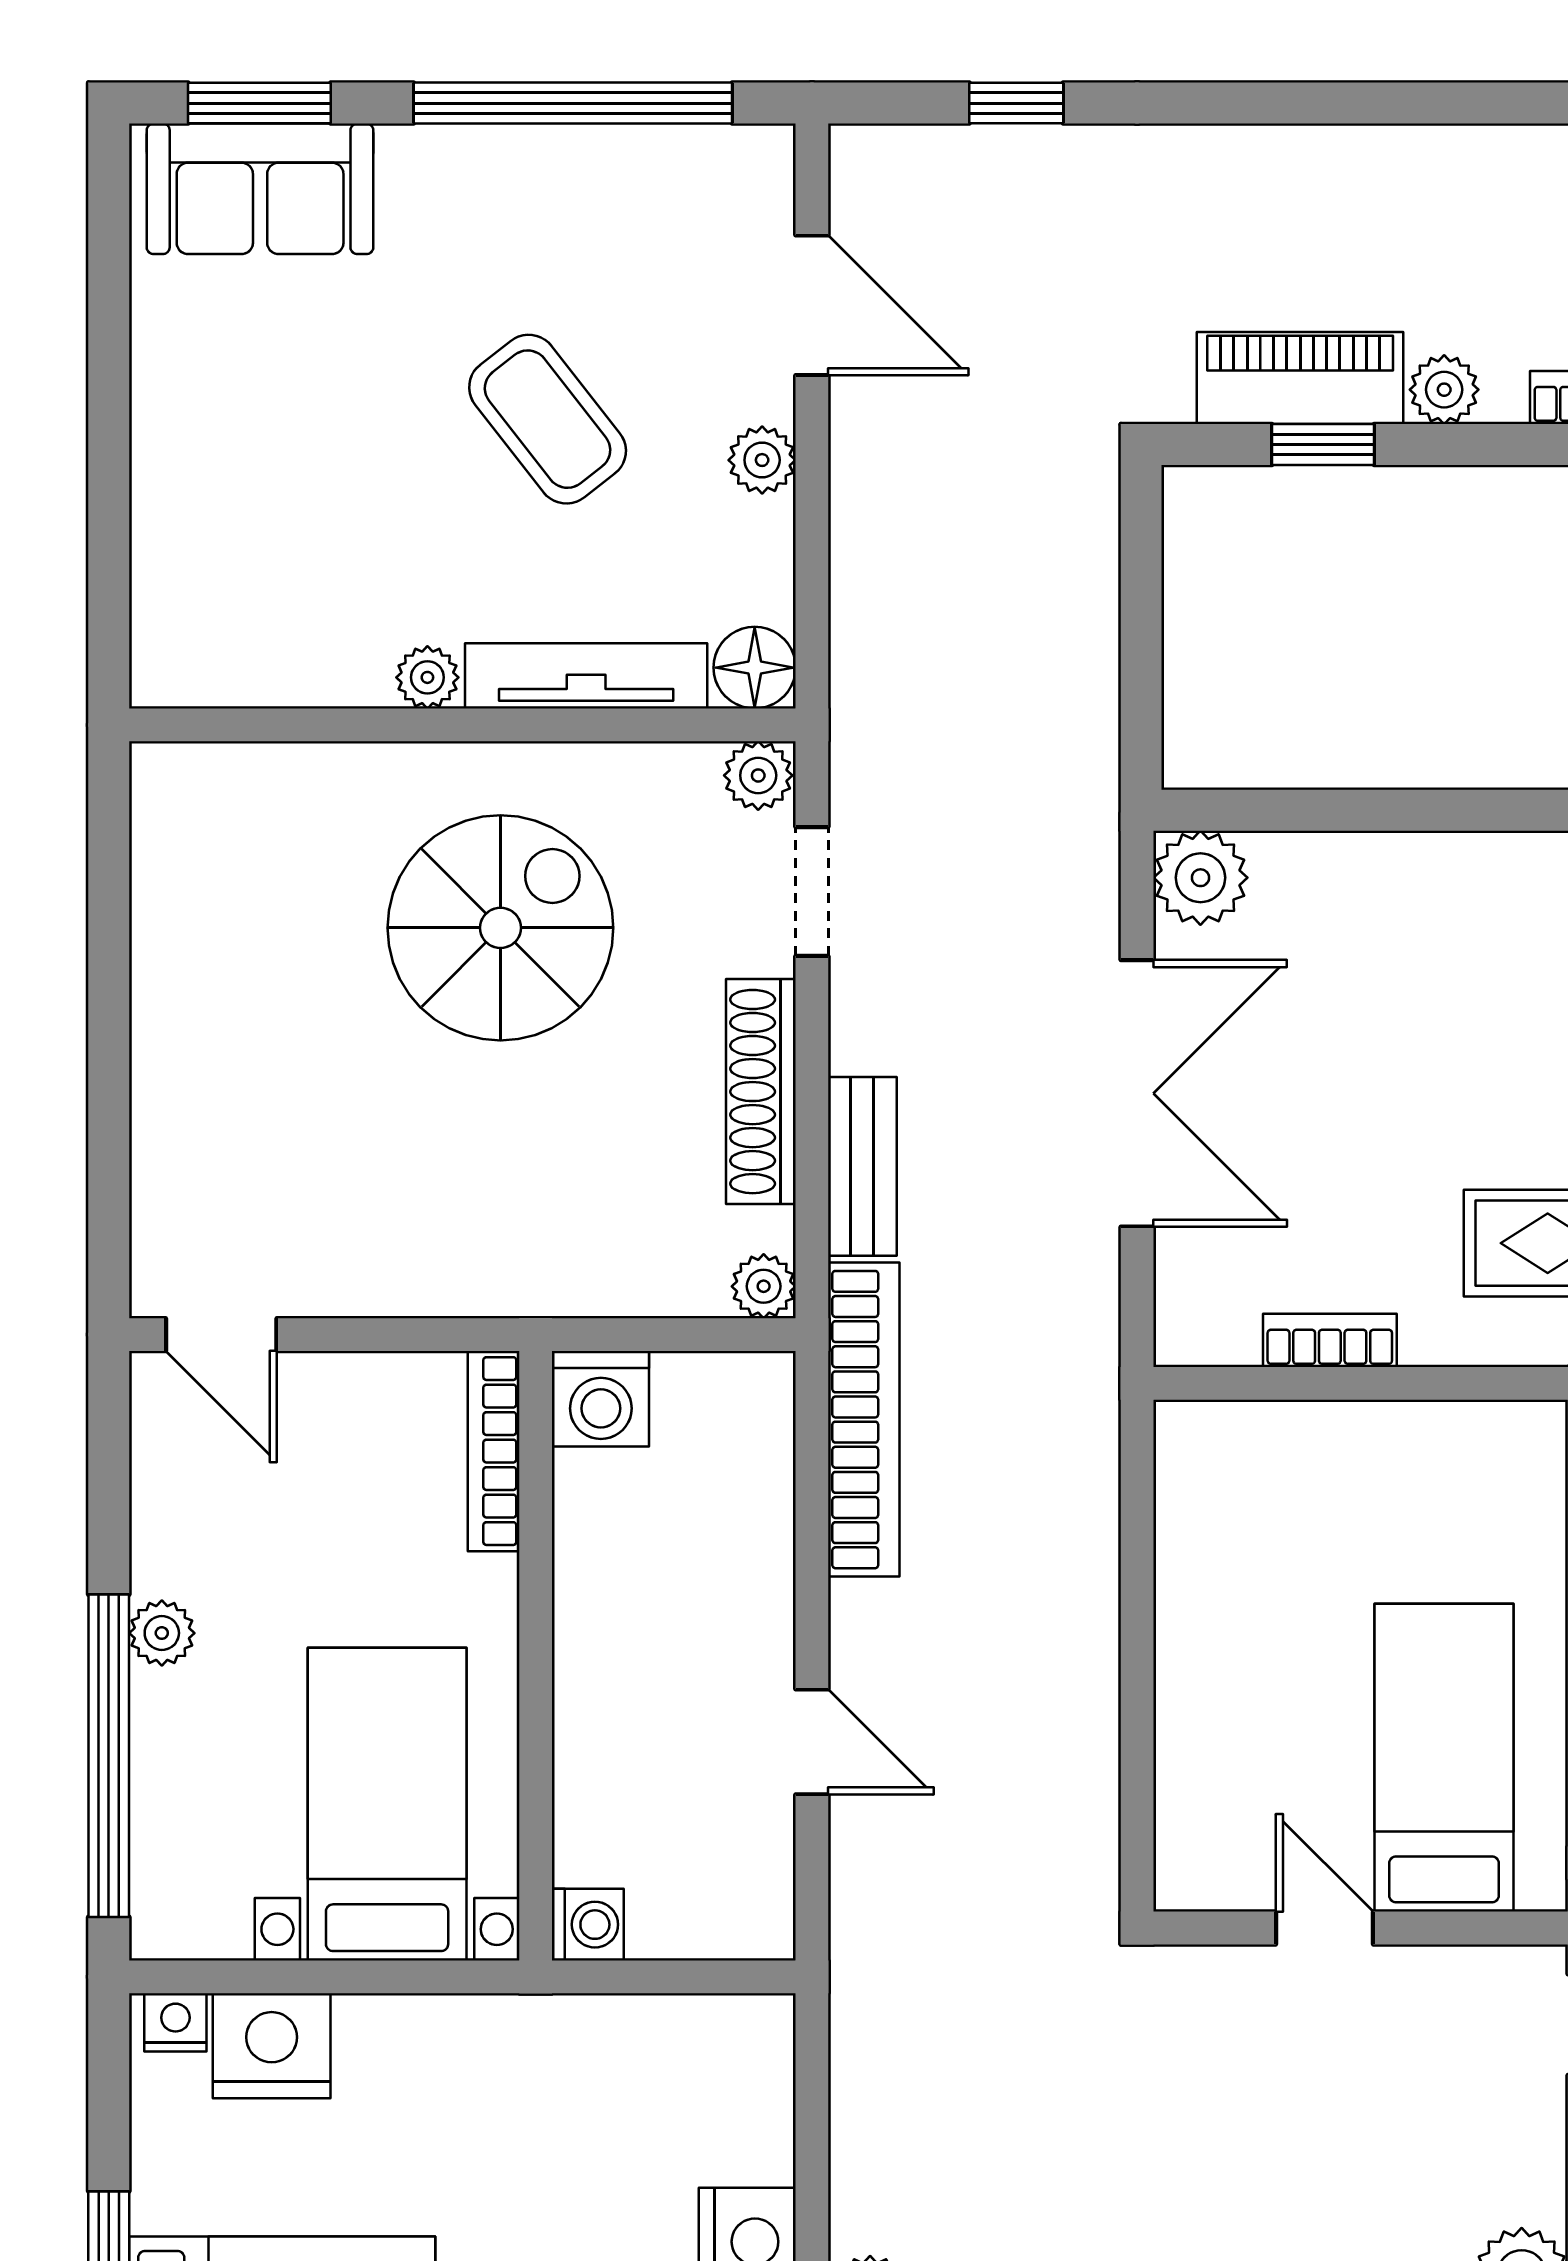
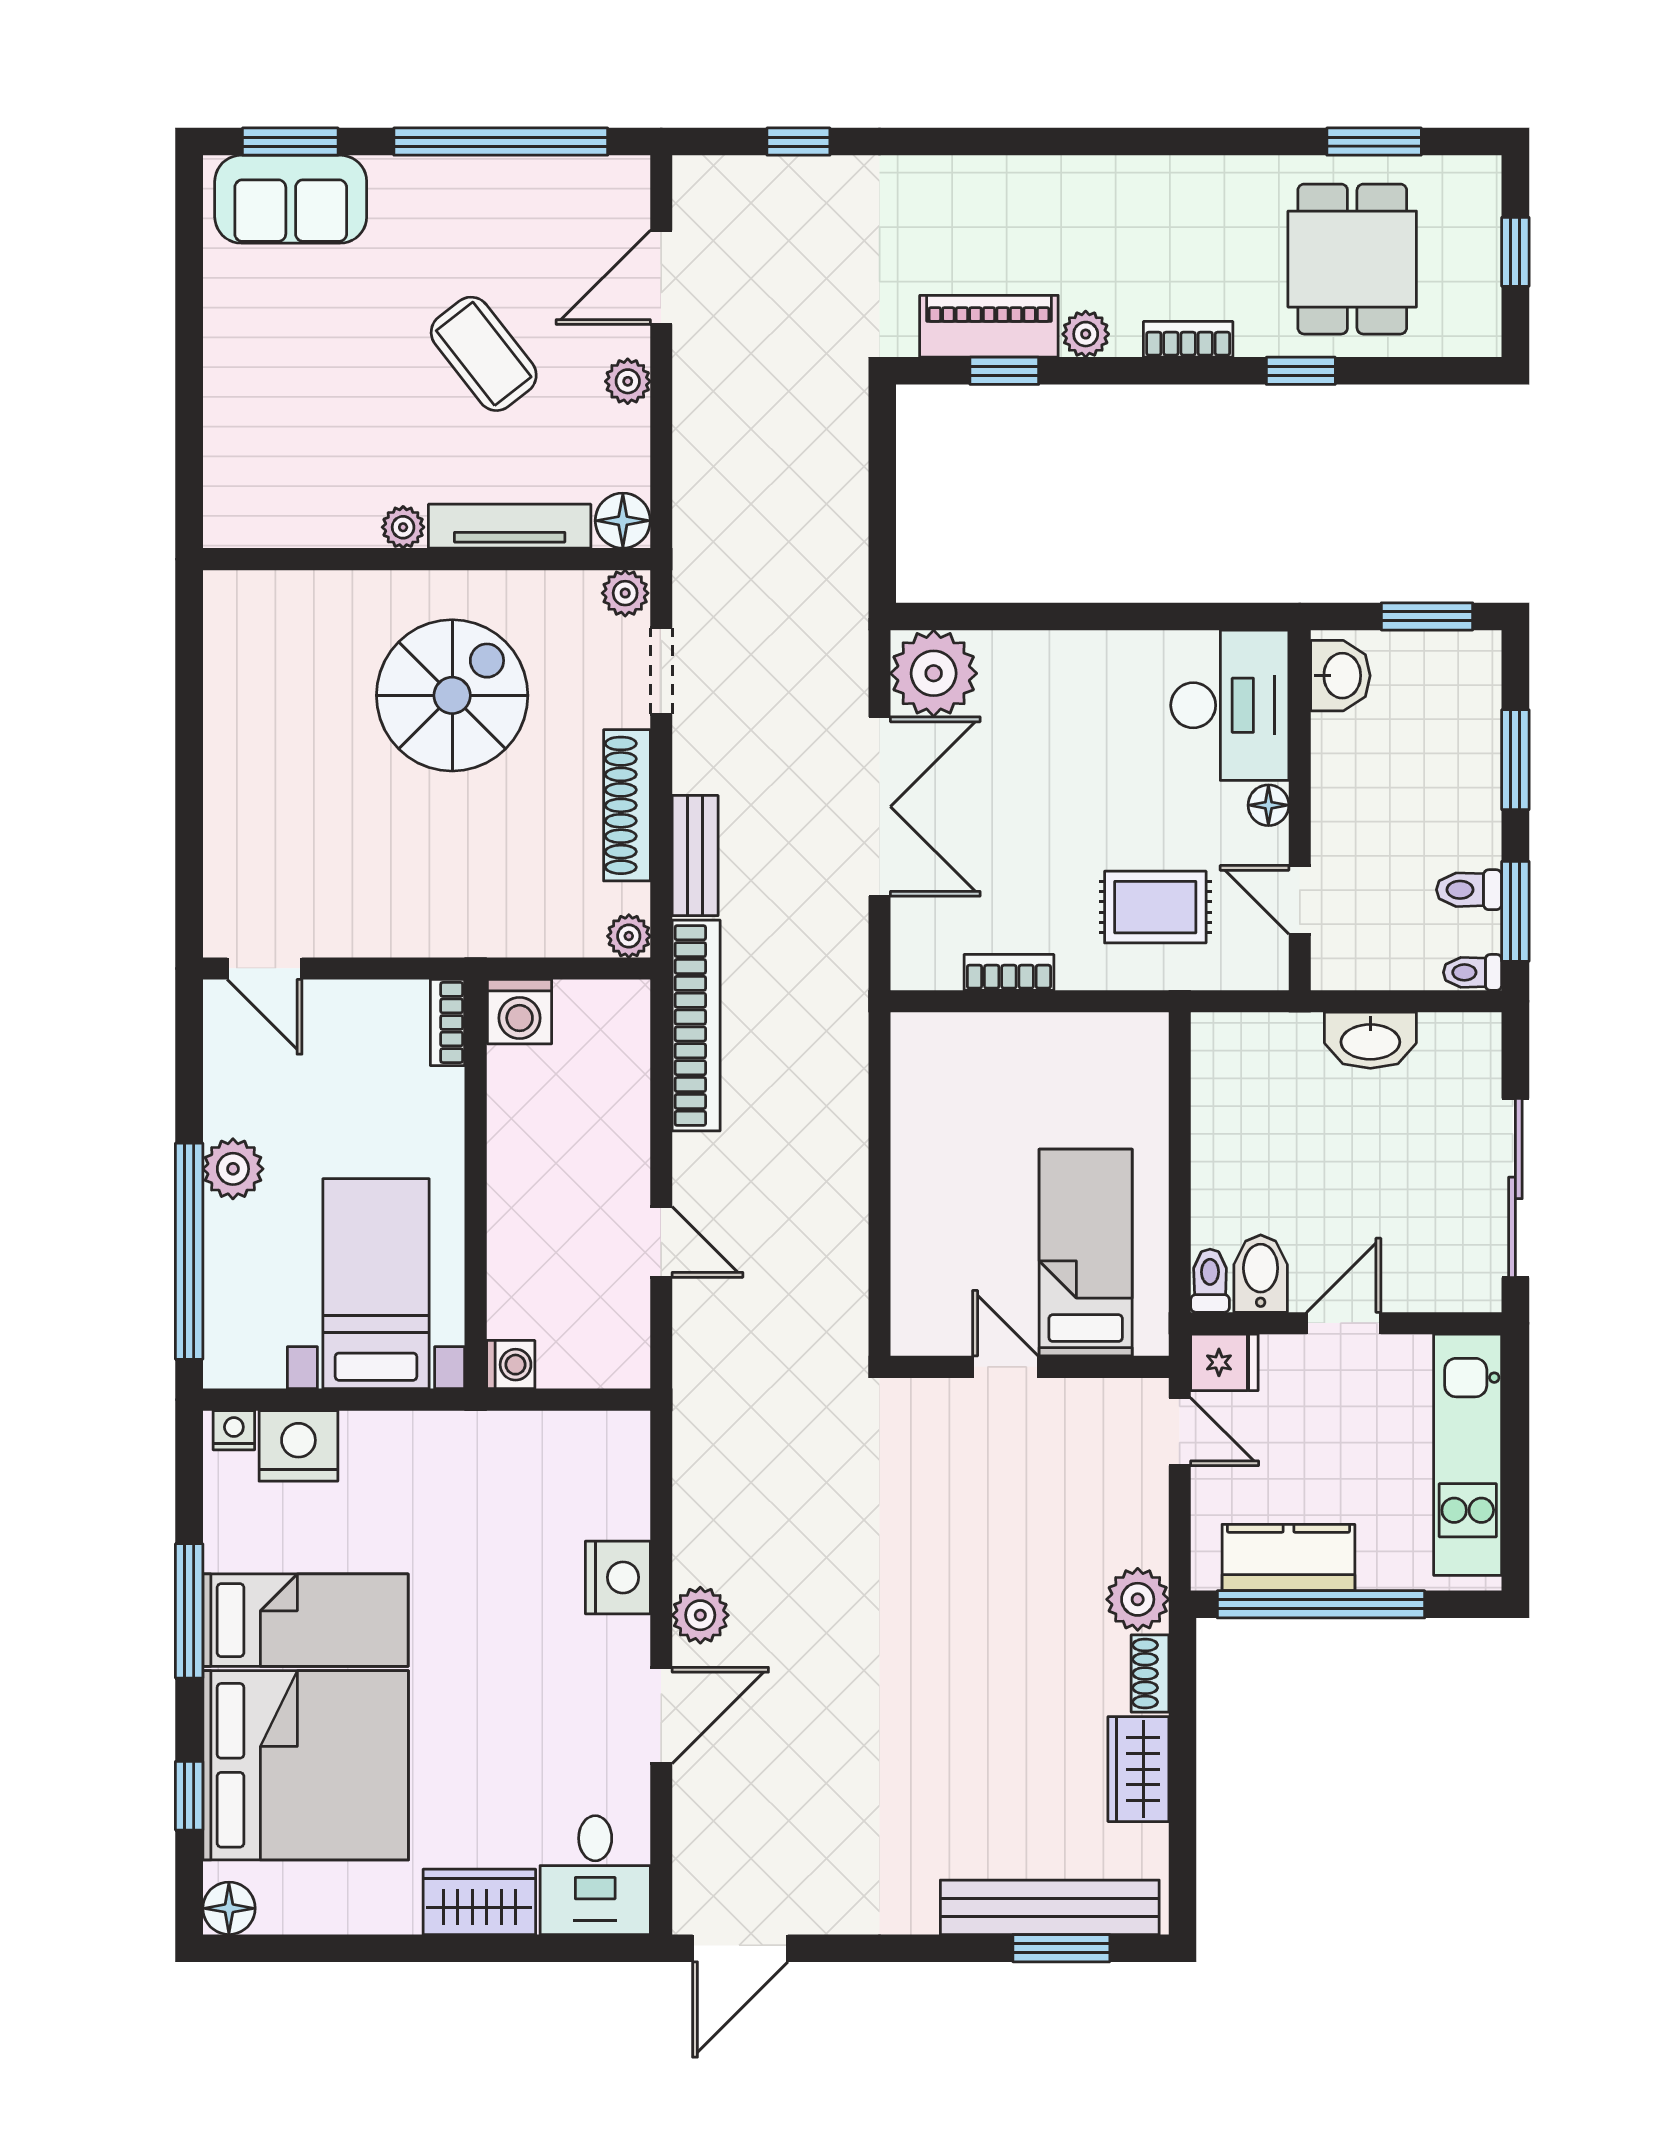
door: (812, 305) -> (661, 277), swing flipped
plant: (1200, 878) -> (934, 673), width x1.36, depth x1.36
bookcase: (494, 1451) -> (448, 1022), width x0.64
plant: (162, 1633) -> (233, 1169), width x1.38, depth x1.38

